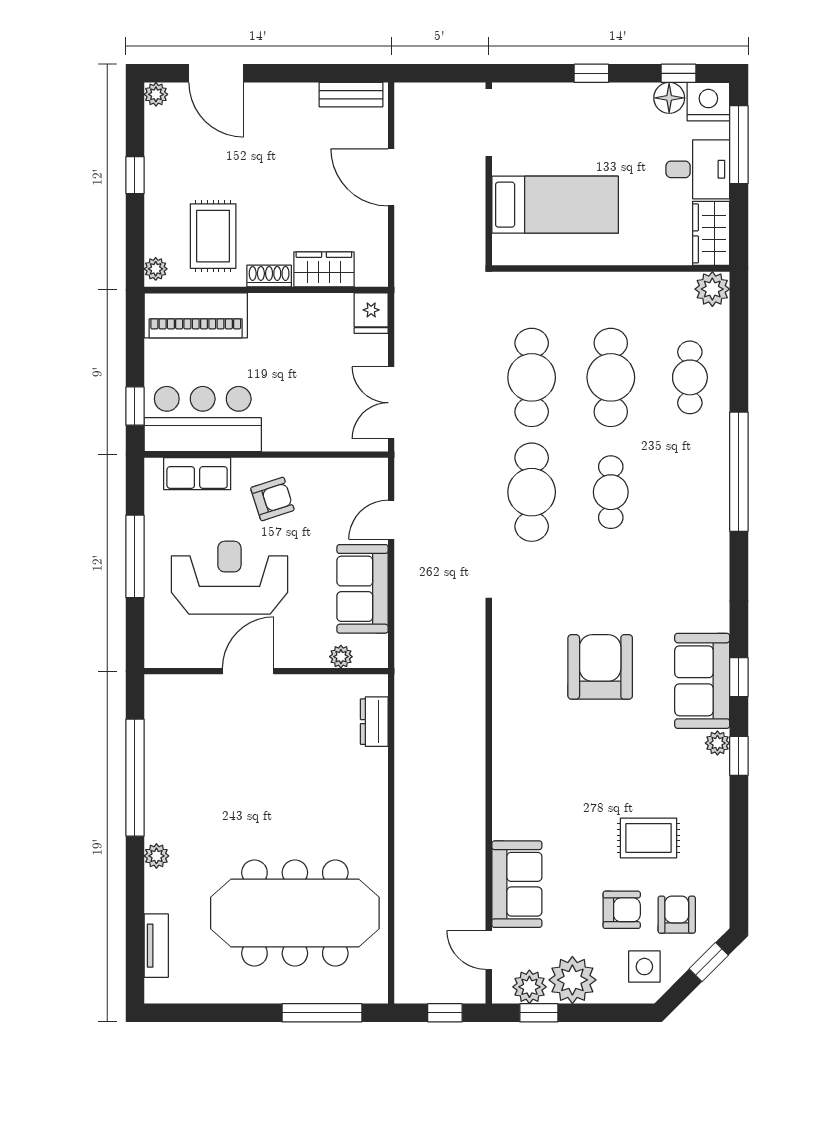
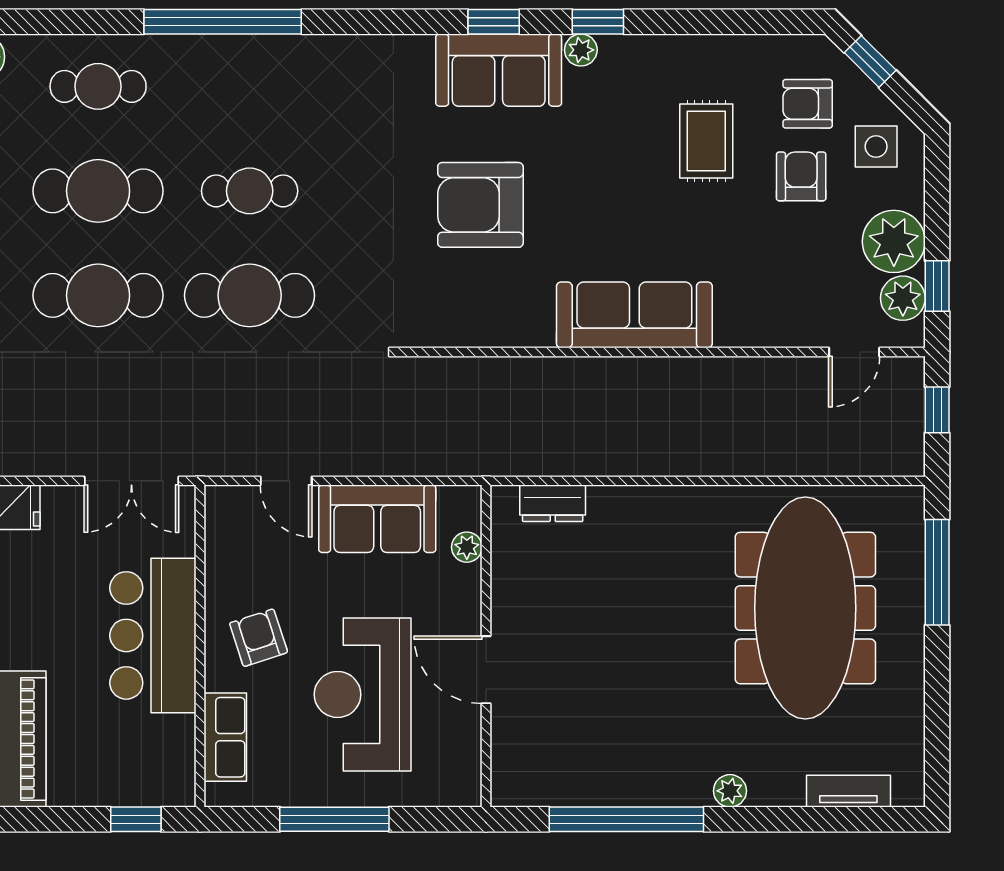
bar counter: (203, 419) -> (153, 635), moved
sofa: (517, 884) -> (634, 315), moved, width x1.36

